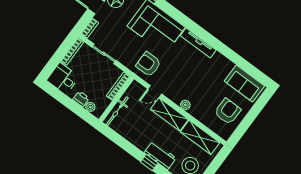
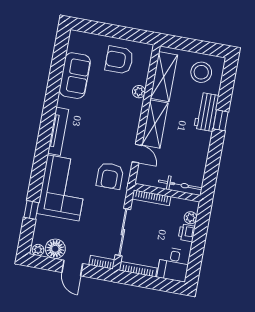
sliding door: (104, 54) -> (123, 232), width x1.37
sofa: (244, 83) -> (75, 76), moved
plant: (185, 105) -> (139, 92), moved

